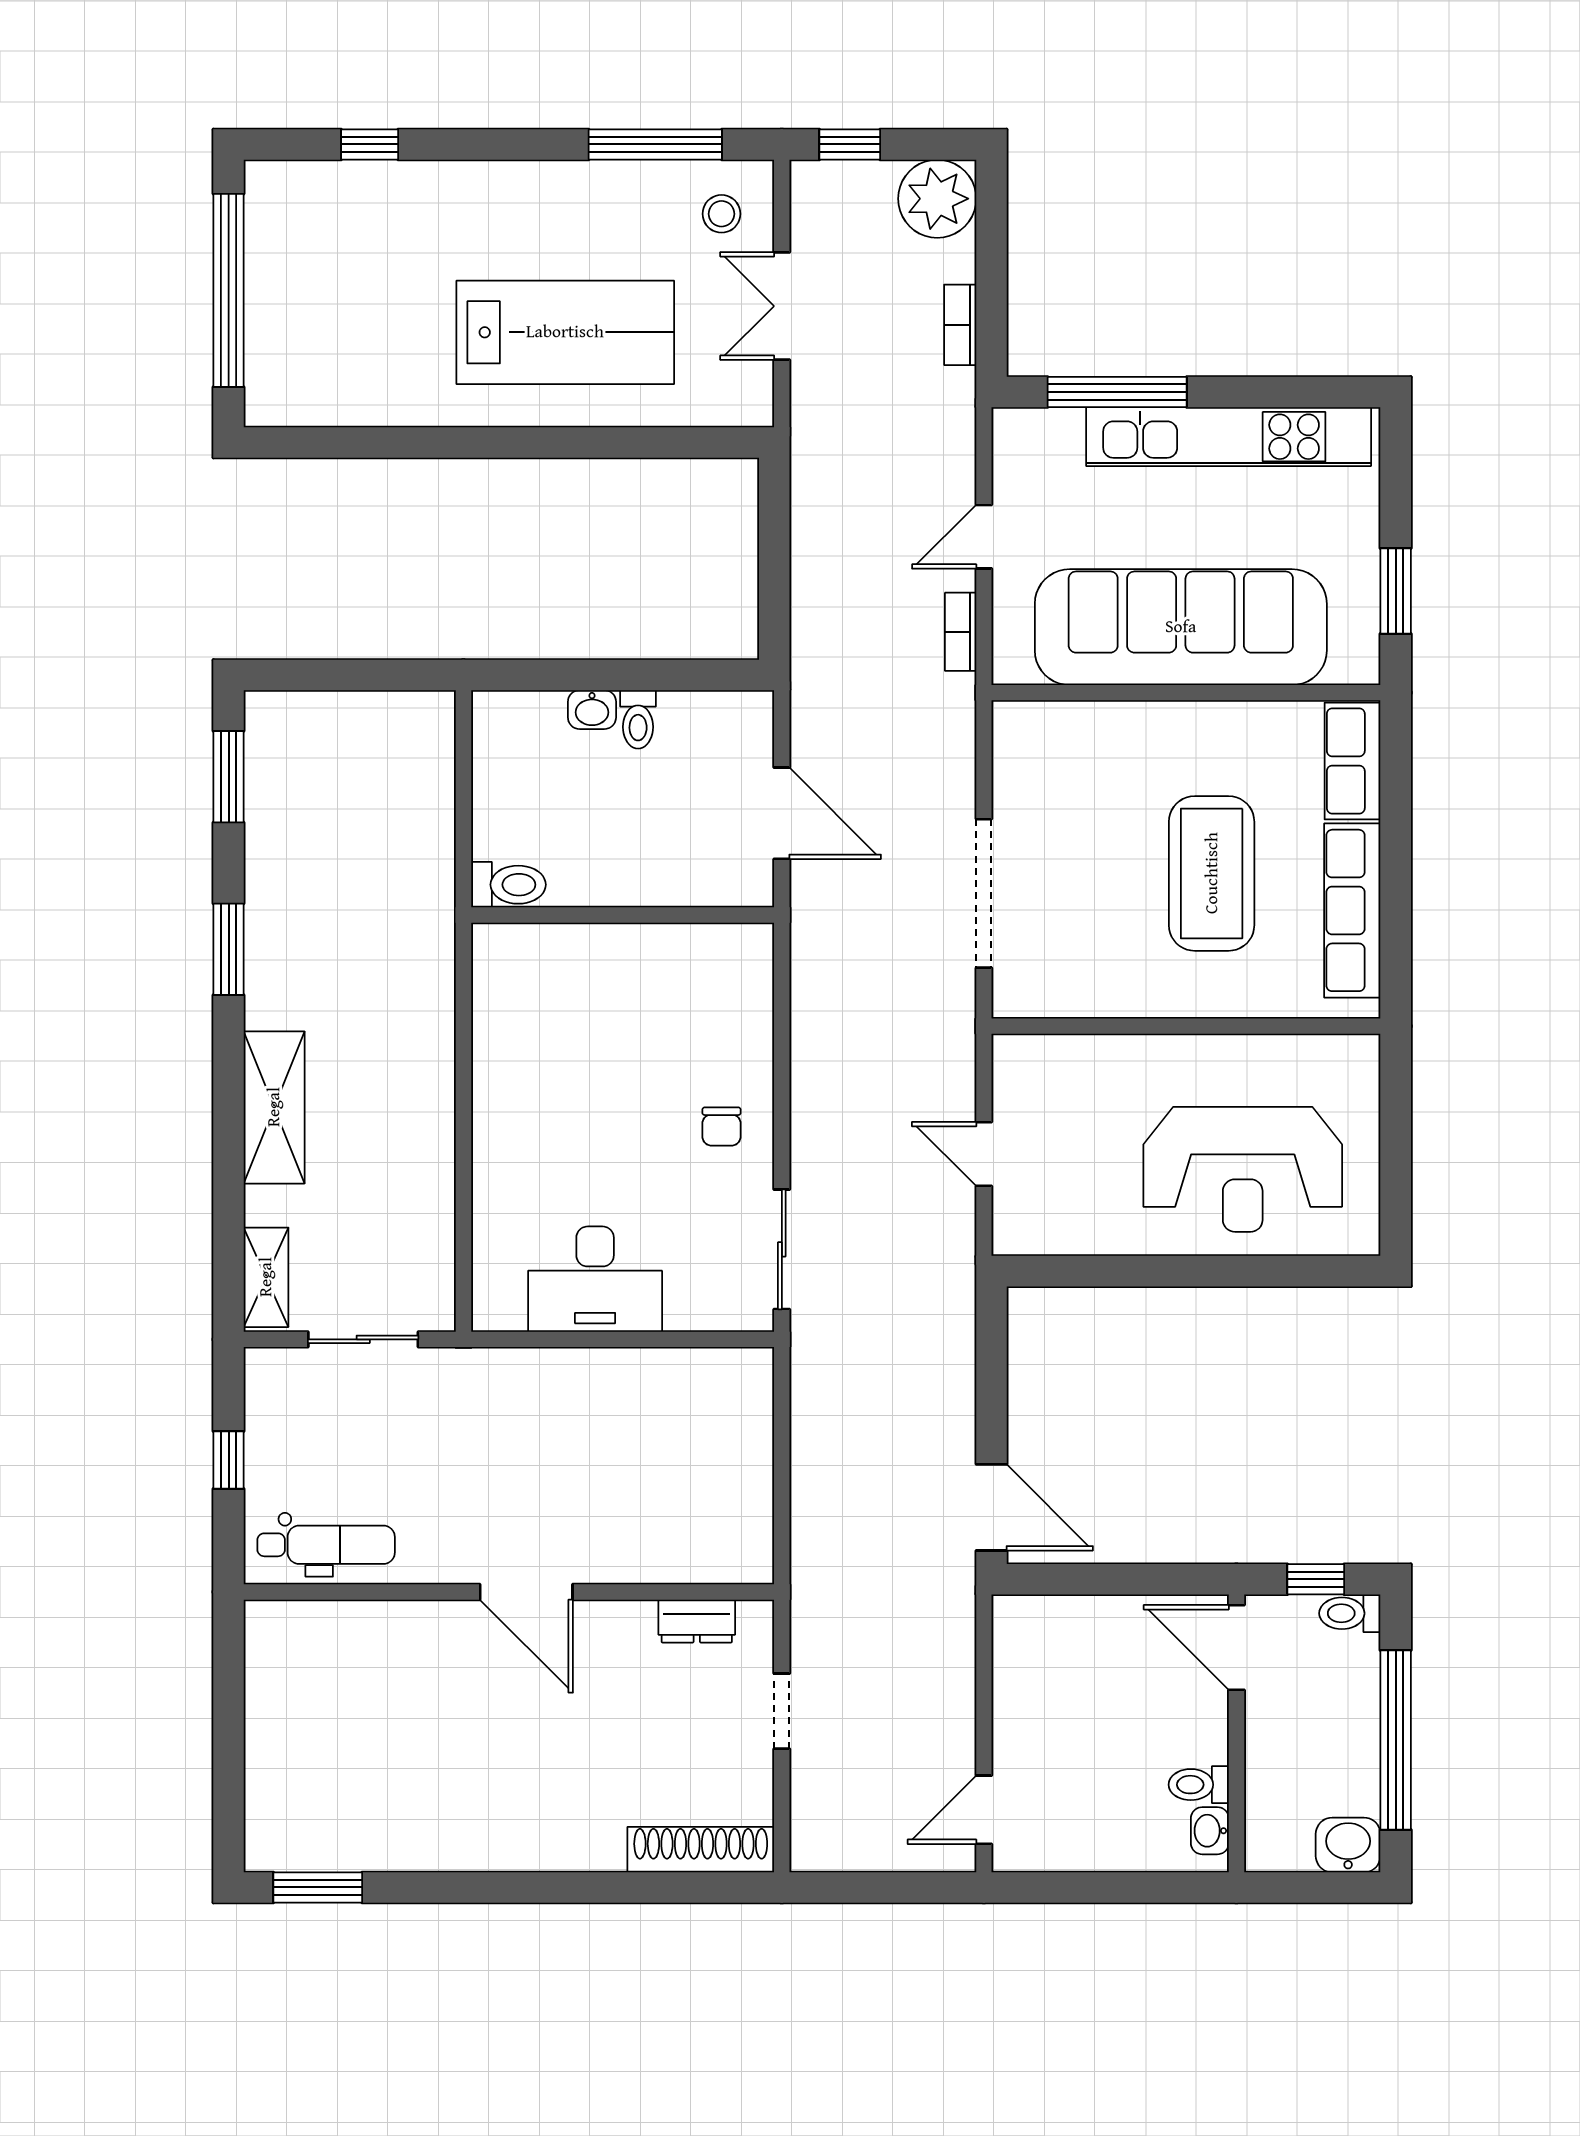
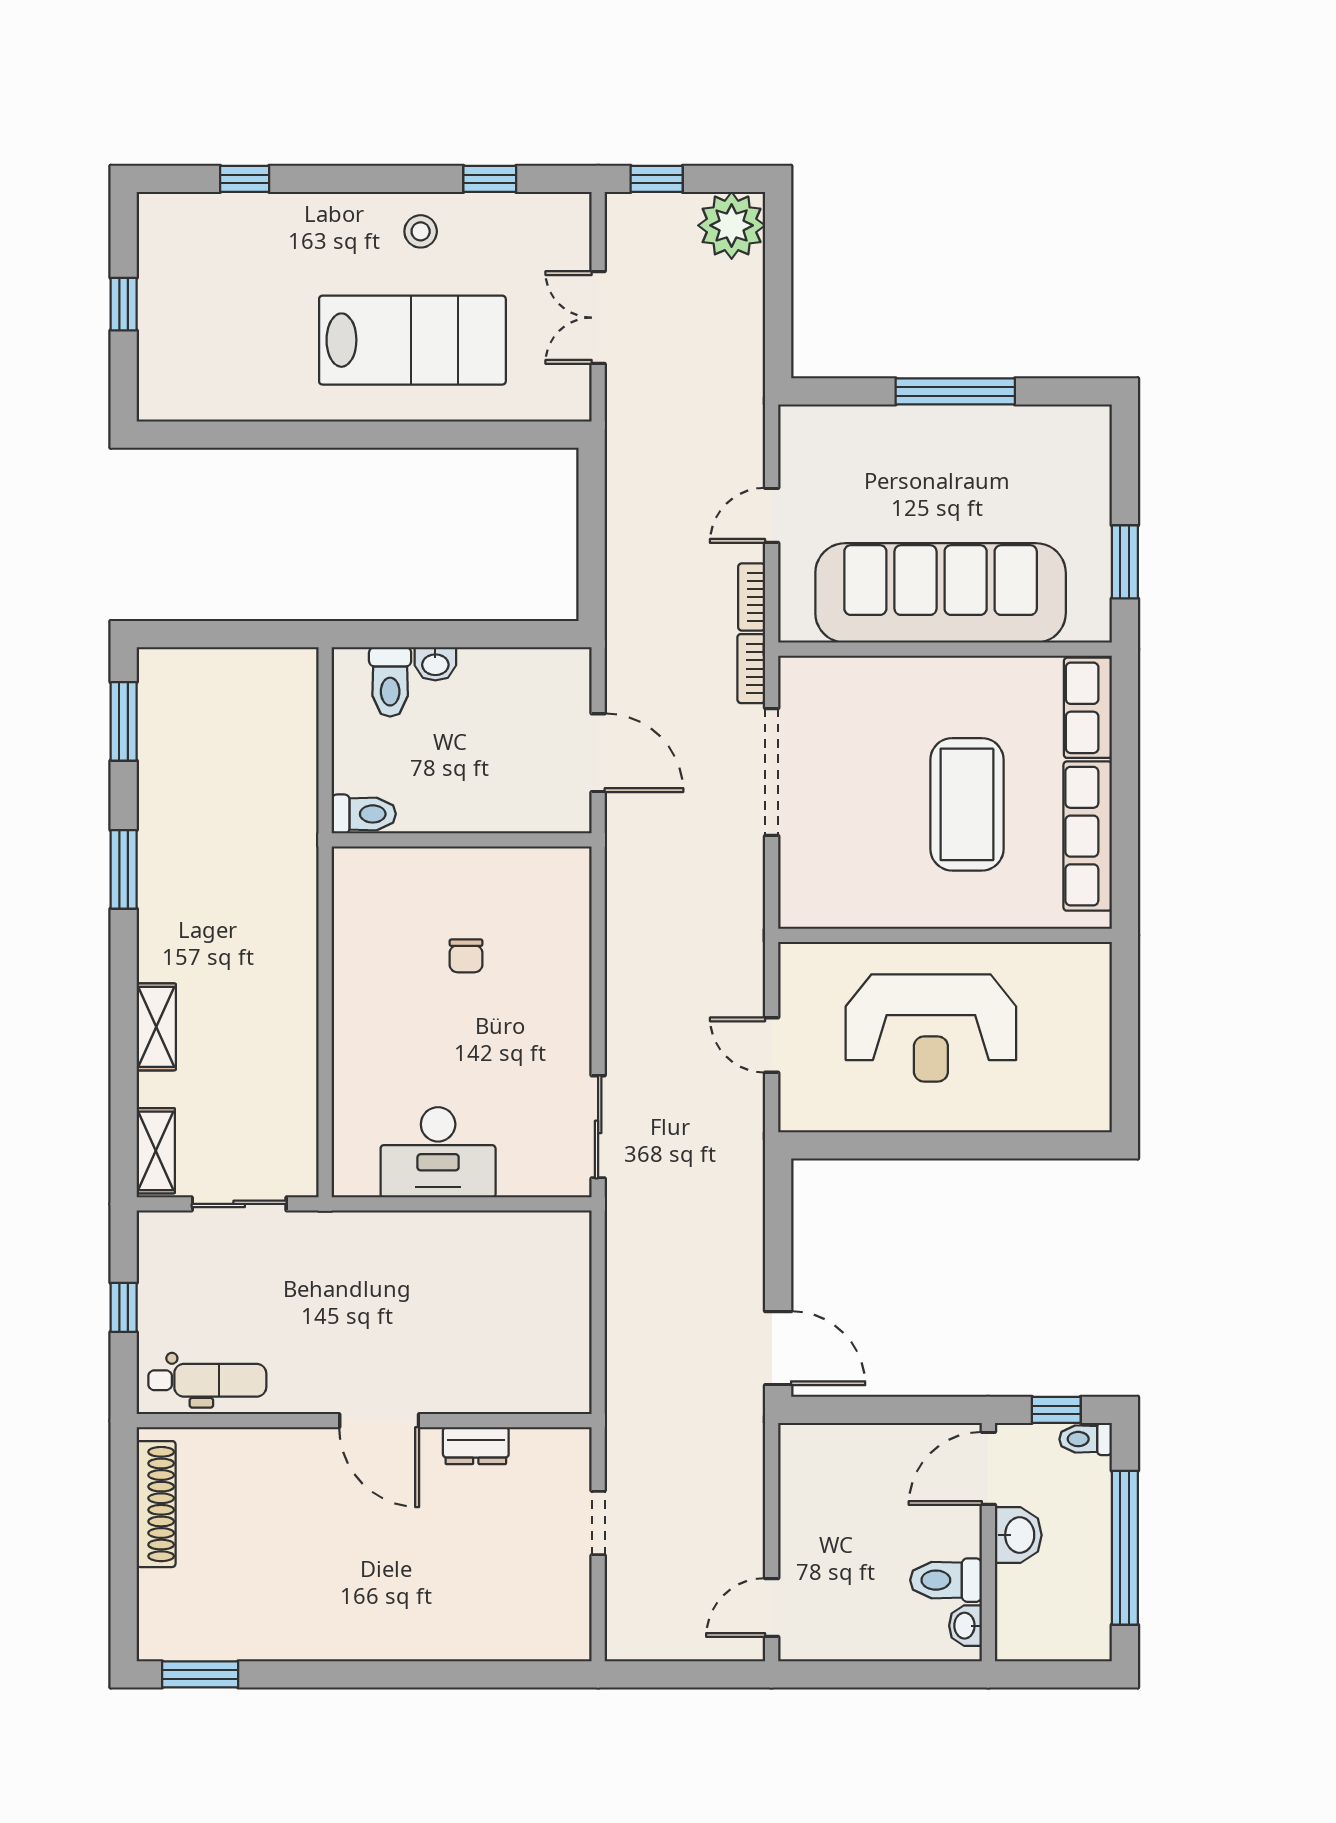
window: (655, 144) -> (490, 179), width x0.46
stool: (721, 214) -> (421, 231), moved
window: (229, 290) -> (124, 304), width x0.32
bookcase: (960, 325) -> (751, 669), moved
window: (1117, 392) -> (955, 391), moved
kitchen unit: (1229, 437) -> (981, 430), removed
toilet: (638, 719) -> (390, 682), moved, width x1.37, depth x1.39
doorway: (984, 893) -> (772, 772), moved
shelving: (274, 1107) -> (156, 1027), width x0.67, depth x0.75
chair: (722, 1127) -> (466, 956), moved
reception desk: (1243, 1169) -> (931, 1028), moved
dresser: (697, 1621) -> (476, 1446), moved
door: (1236, 1648) -> (988, 1468), hinge flipped
toilet: (1199, 1785) -> (946, 1580), width x1.37, depth x1.39
washbasin: (1348, 1845) -> (1018, 1535), moved, turned 90
shoe rack: (701, 1850) -> (156, 1504), moved, turned 90

